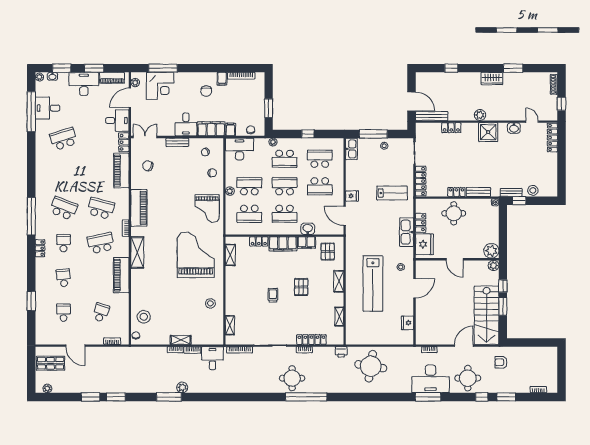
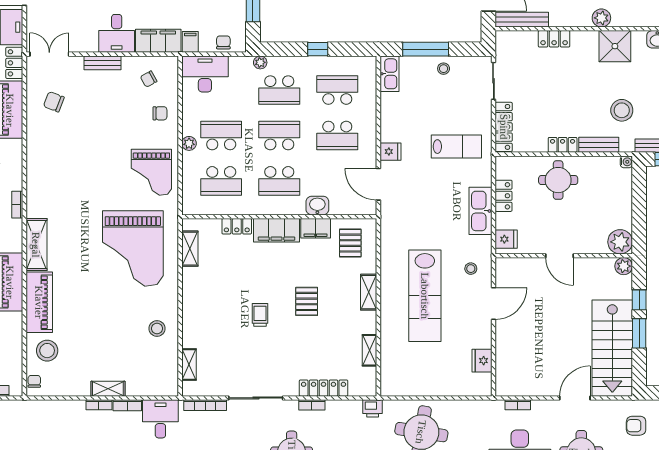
stool: (492, 171) -> (622, 110), added
piano: (139, 208) -> (39, 302), moved
fridge: (424, 244) -> (506, 239), width x0.53, depth x0.75
grand piano: (196, 255) -> (133, 248), turned 180

